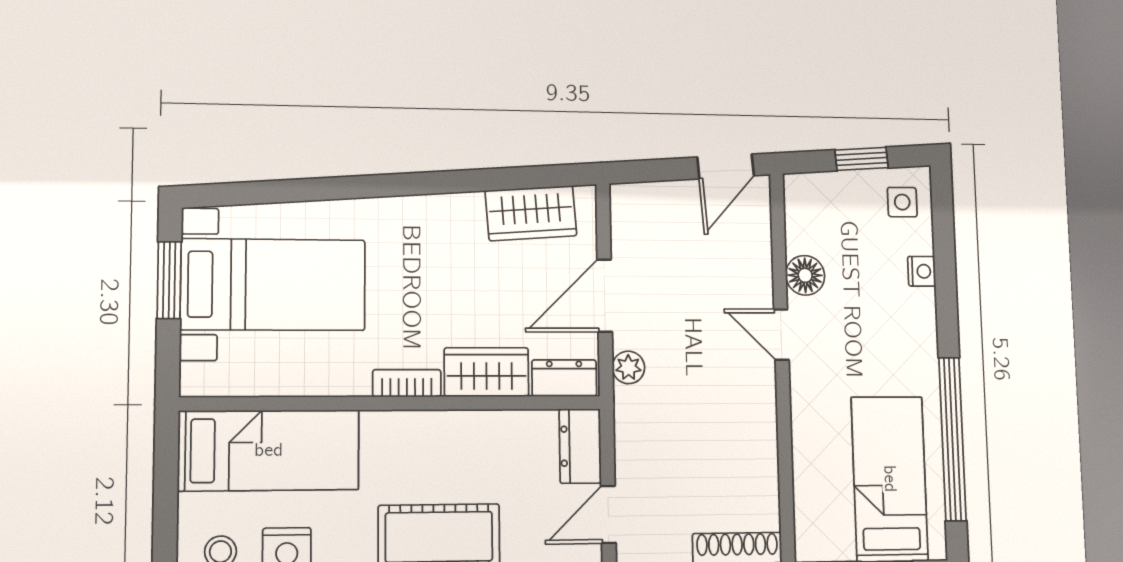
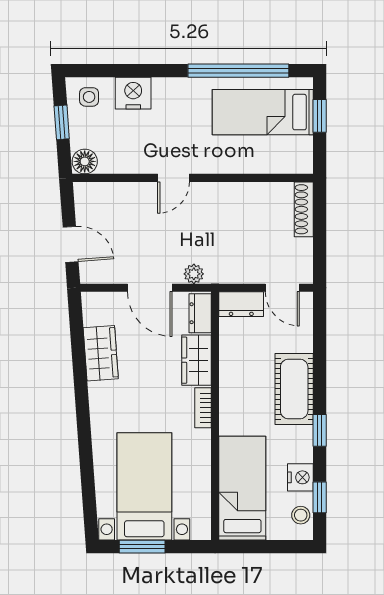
door: (726, 166) -> (71, 244), moved
wardrobe: (531, 213) -> (101, 353), moved
nightstand: (922, 271) -> (133, 93), width x1.89, depth x1.79
floor lamp: (805, 275) -> (85, 161), moved

